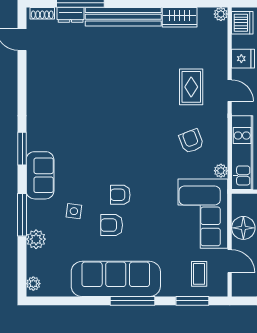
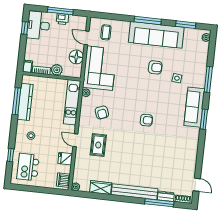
sofa: (40, 175) -> (194, 107), width x1.36
armchair: (120, 195) -> (146, 120), moved
plant: (36, 239) -> (202, 64), removed
window: (192, 301) -> (186, 25), moved

